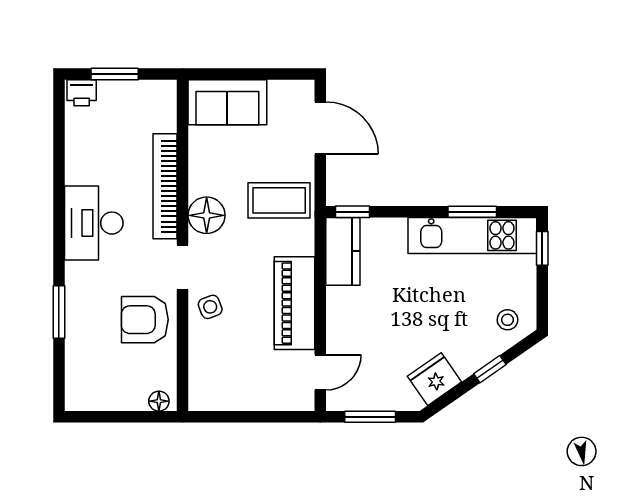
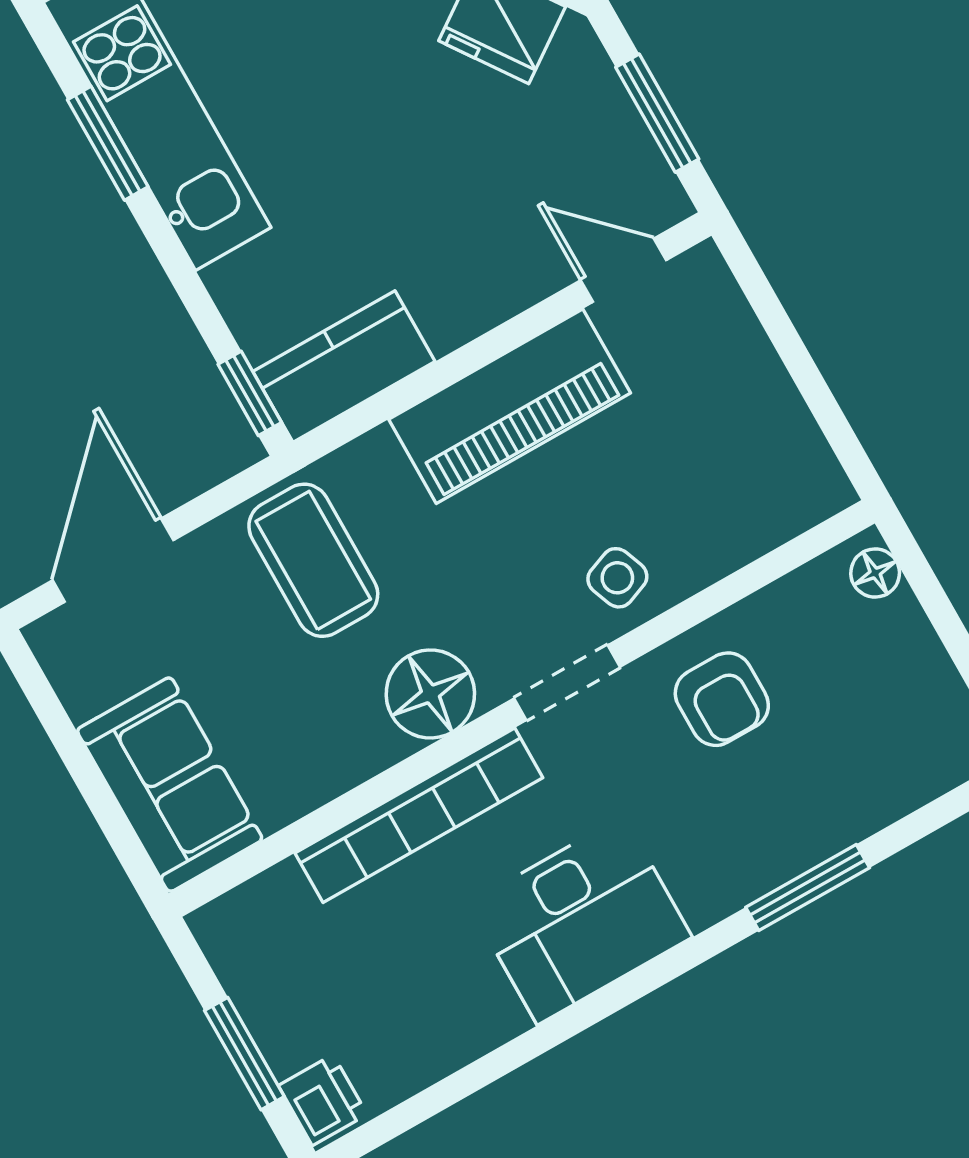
armchair: (145, 320) -> (722, 699), width x0.72, depth x0.72

